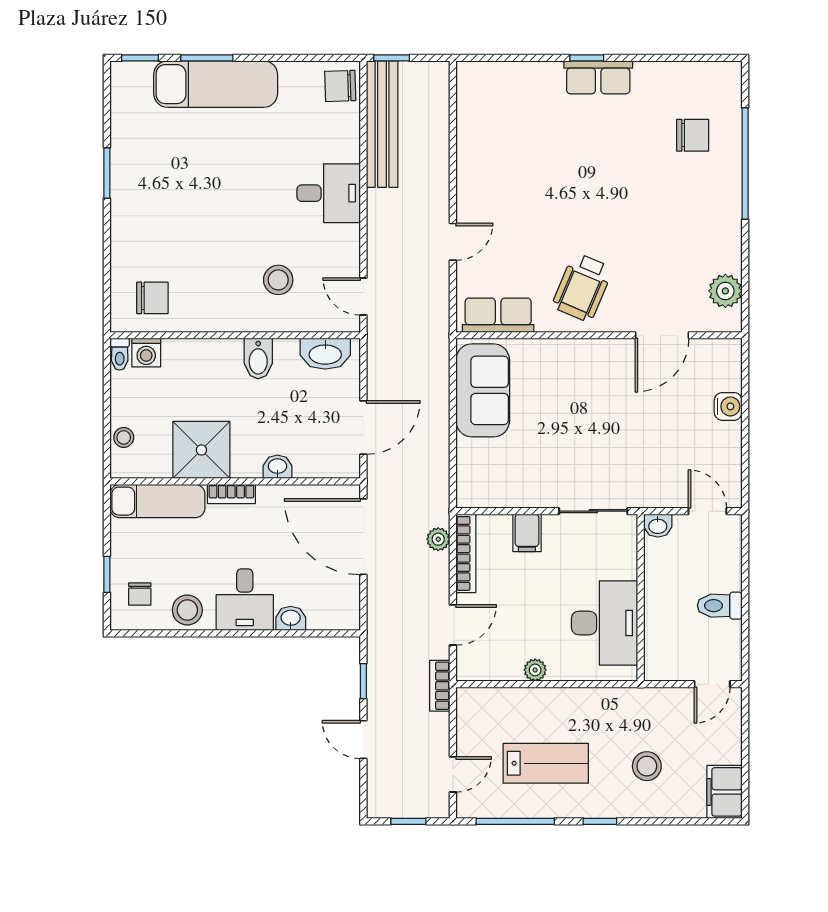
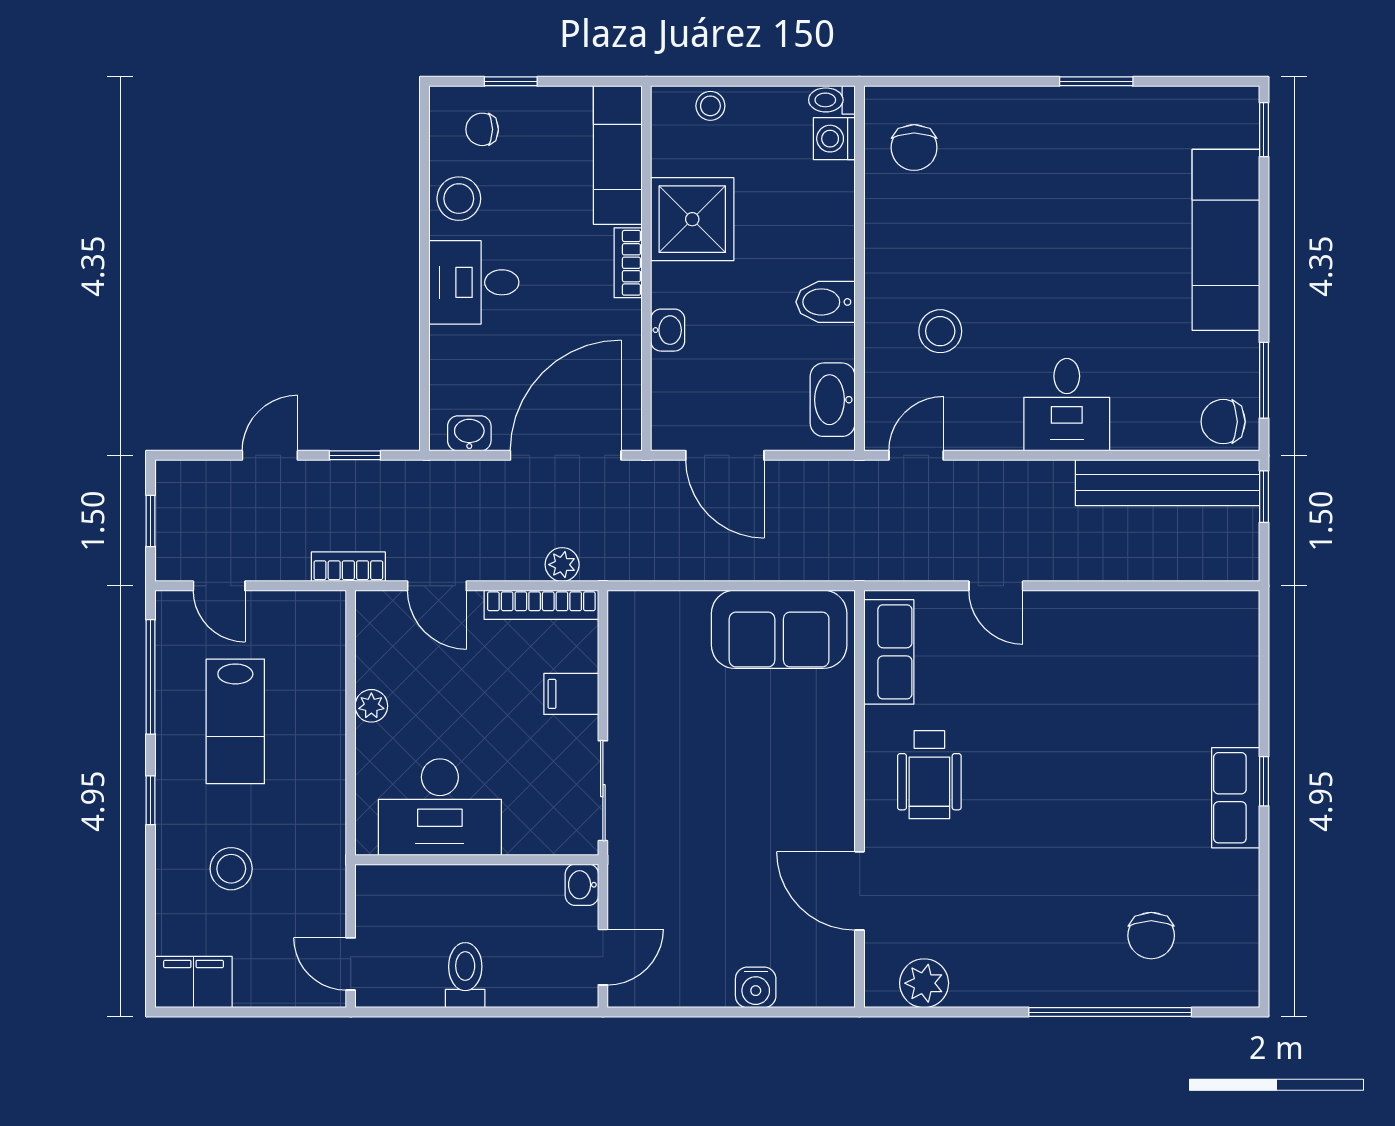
window: (207, 58) -> (1264, 380), moved
chair: (340, 86) -> (1223, 422), turned -88
wheelchair: (582, 287) -> (929, 775), turned -113
washbasin: (291, 618) -> (469, 433), moved, turned -90

